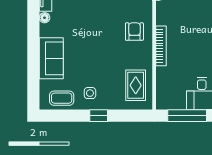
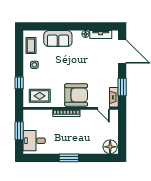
armchair: (134, 32) -> (76, 95), width x1.88, depth x1.88
window: (99, 116) -> (19, 83), moved
window: (187, 116) -> (19, 131), width x0.69

